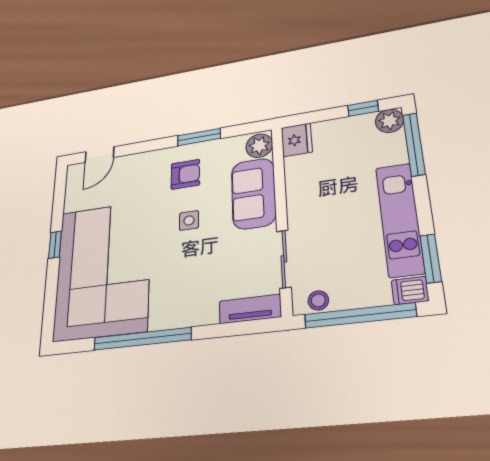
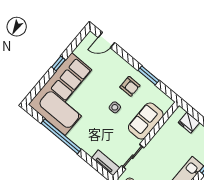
fridge: (297, 140) -> (189, 123), moved, turned 90
plant: (259, 146) -> (165, 104), removed

